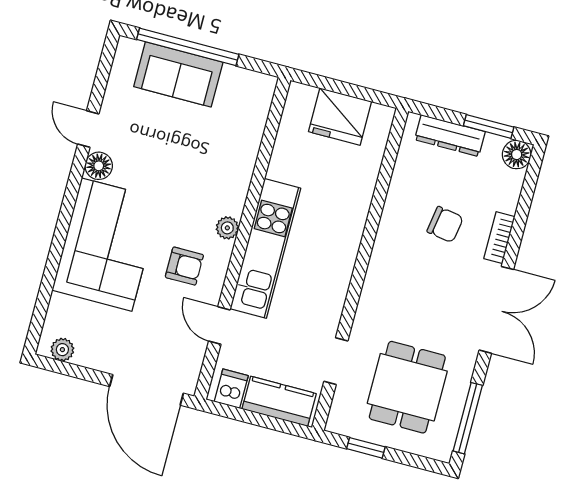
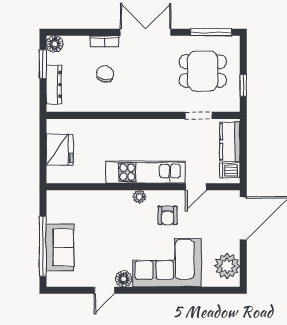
armchair: (184, 266) -> (168, 215), turned 180
plant: (62, 350) -> (227, 266), width x1.88, depth x1.88

